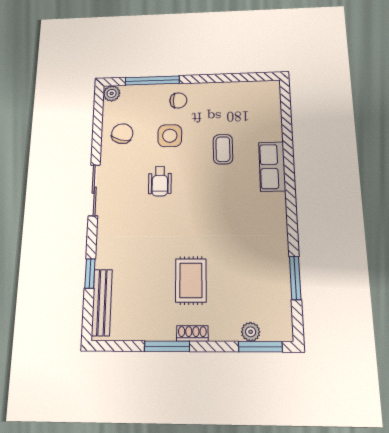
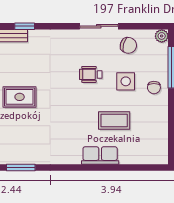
coffee table: (223, 149) -> (114, 121), width x1.36, depth x1.30
sliding door: (94, 190) -> (99, 26), moved

